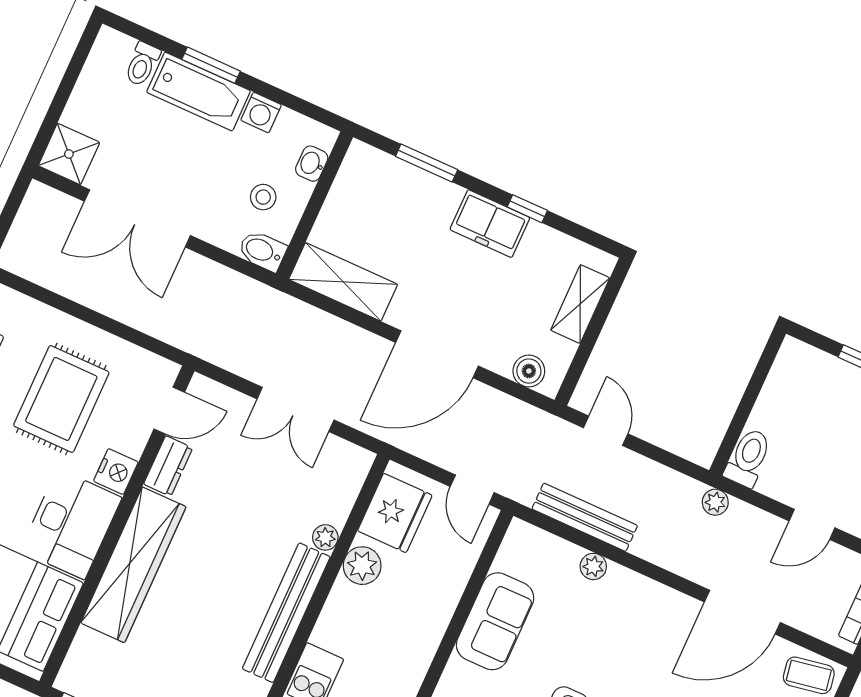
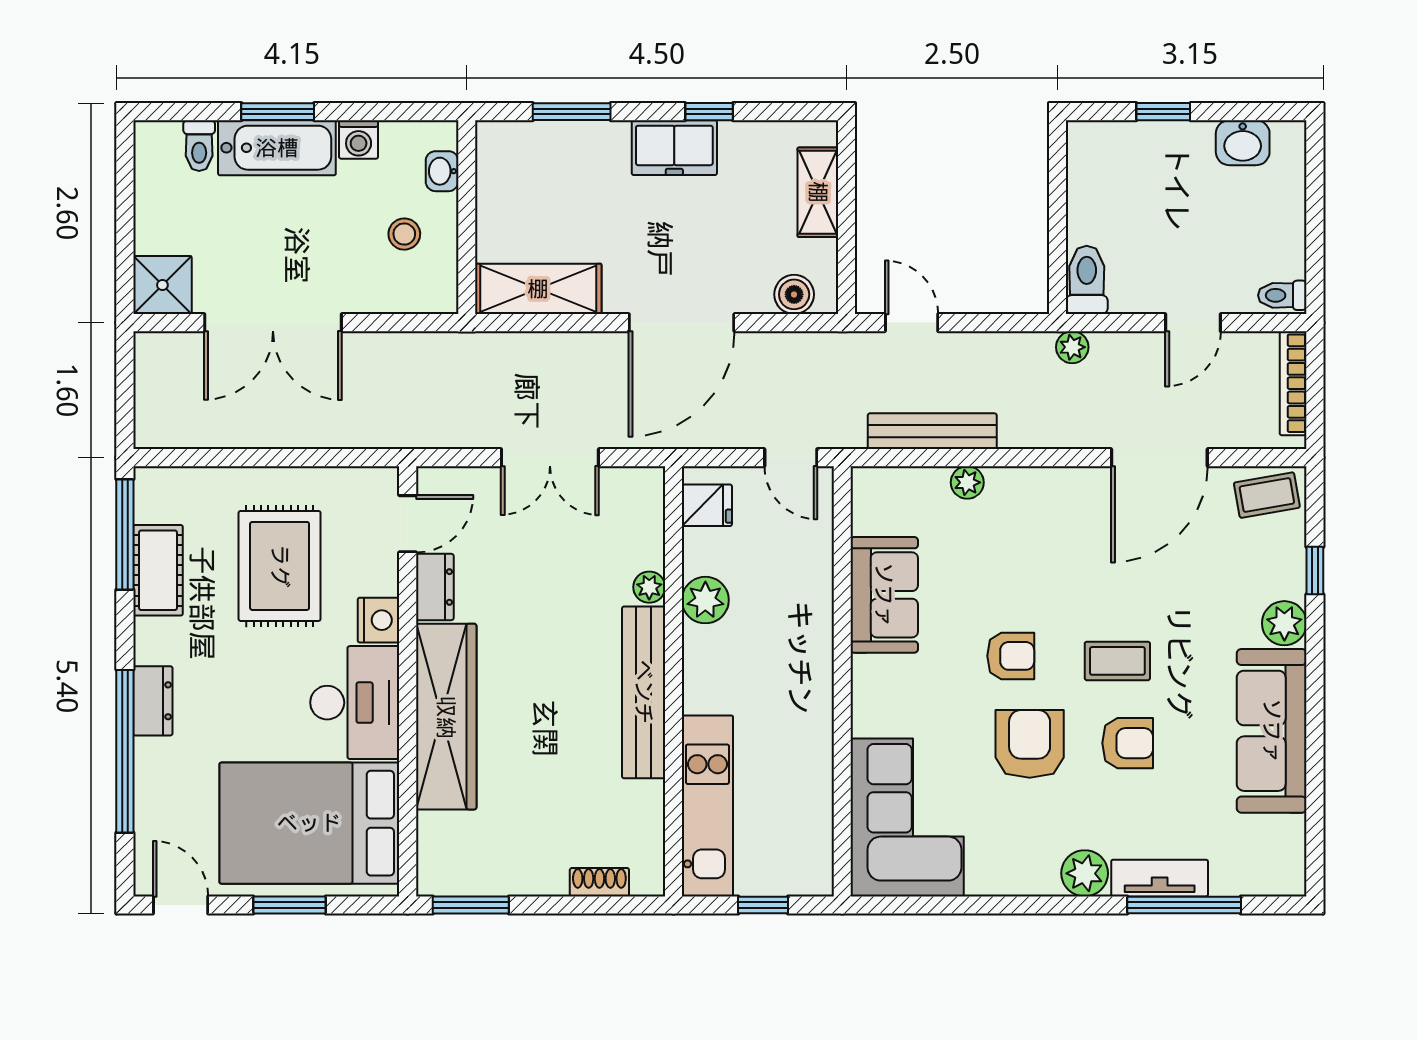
bidet: (262, 251) -> (431, 295), removed
fridge: (395, 513) -> (707, 505), width x0.53, depth x0.75

